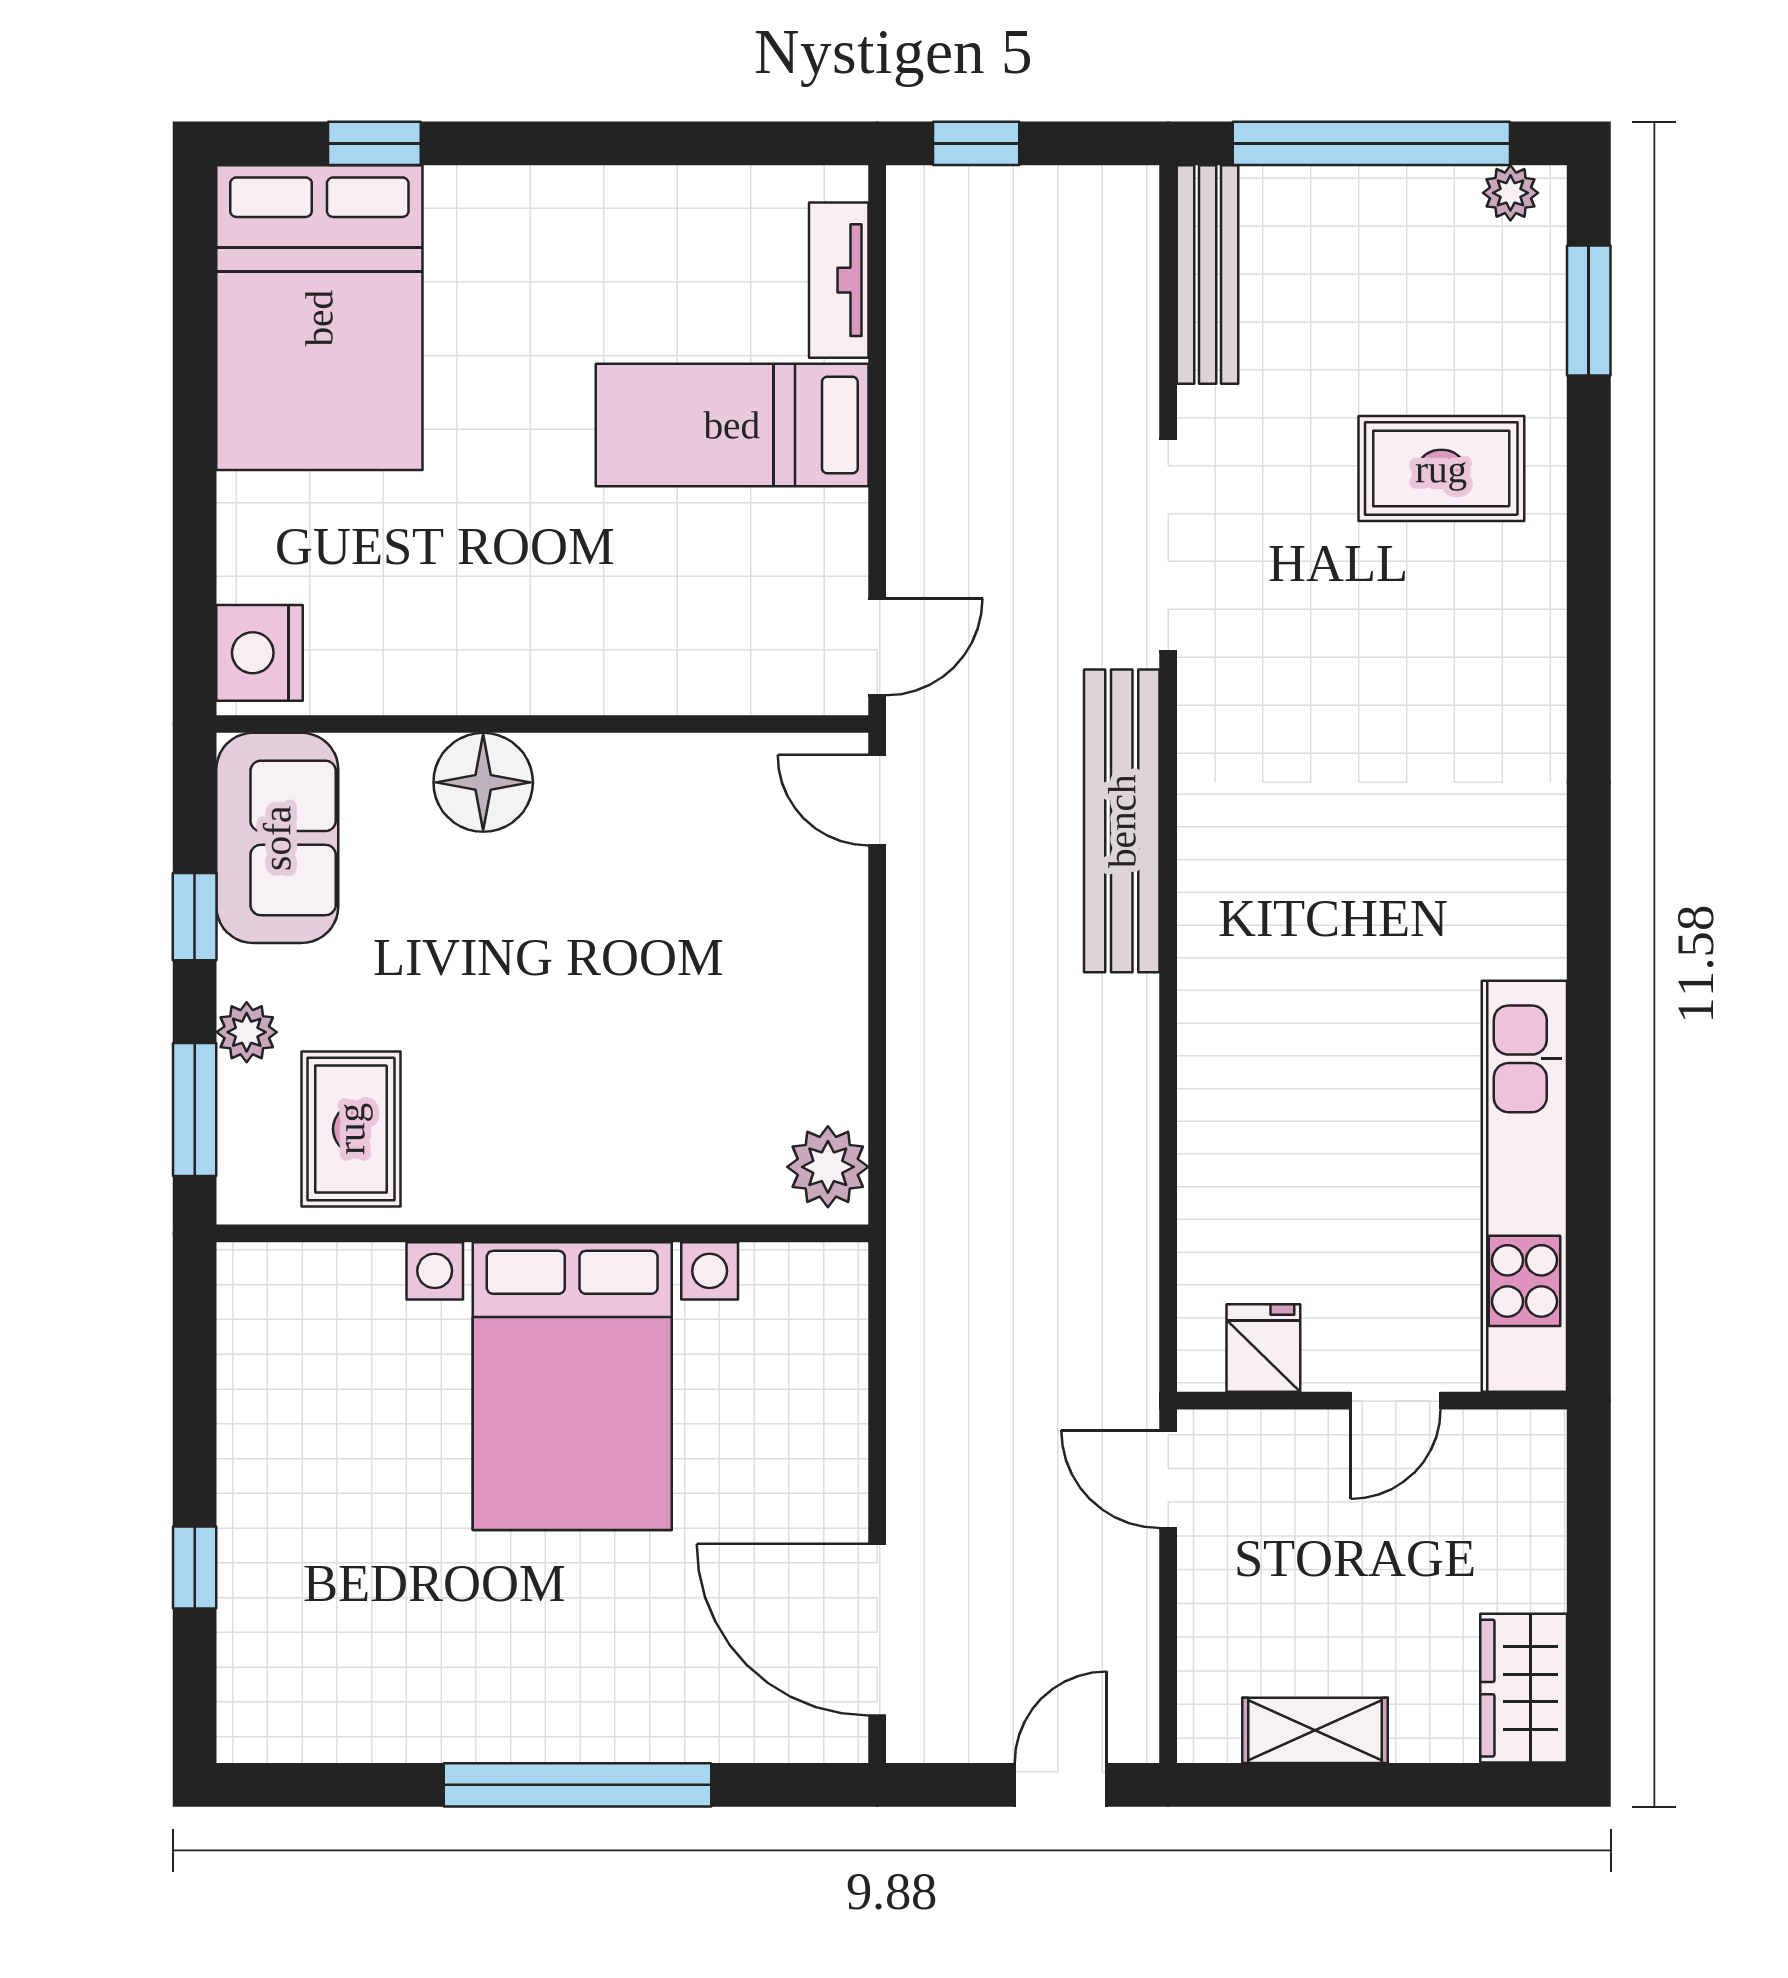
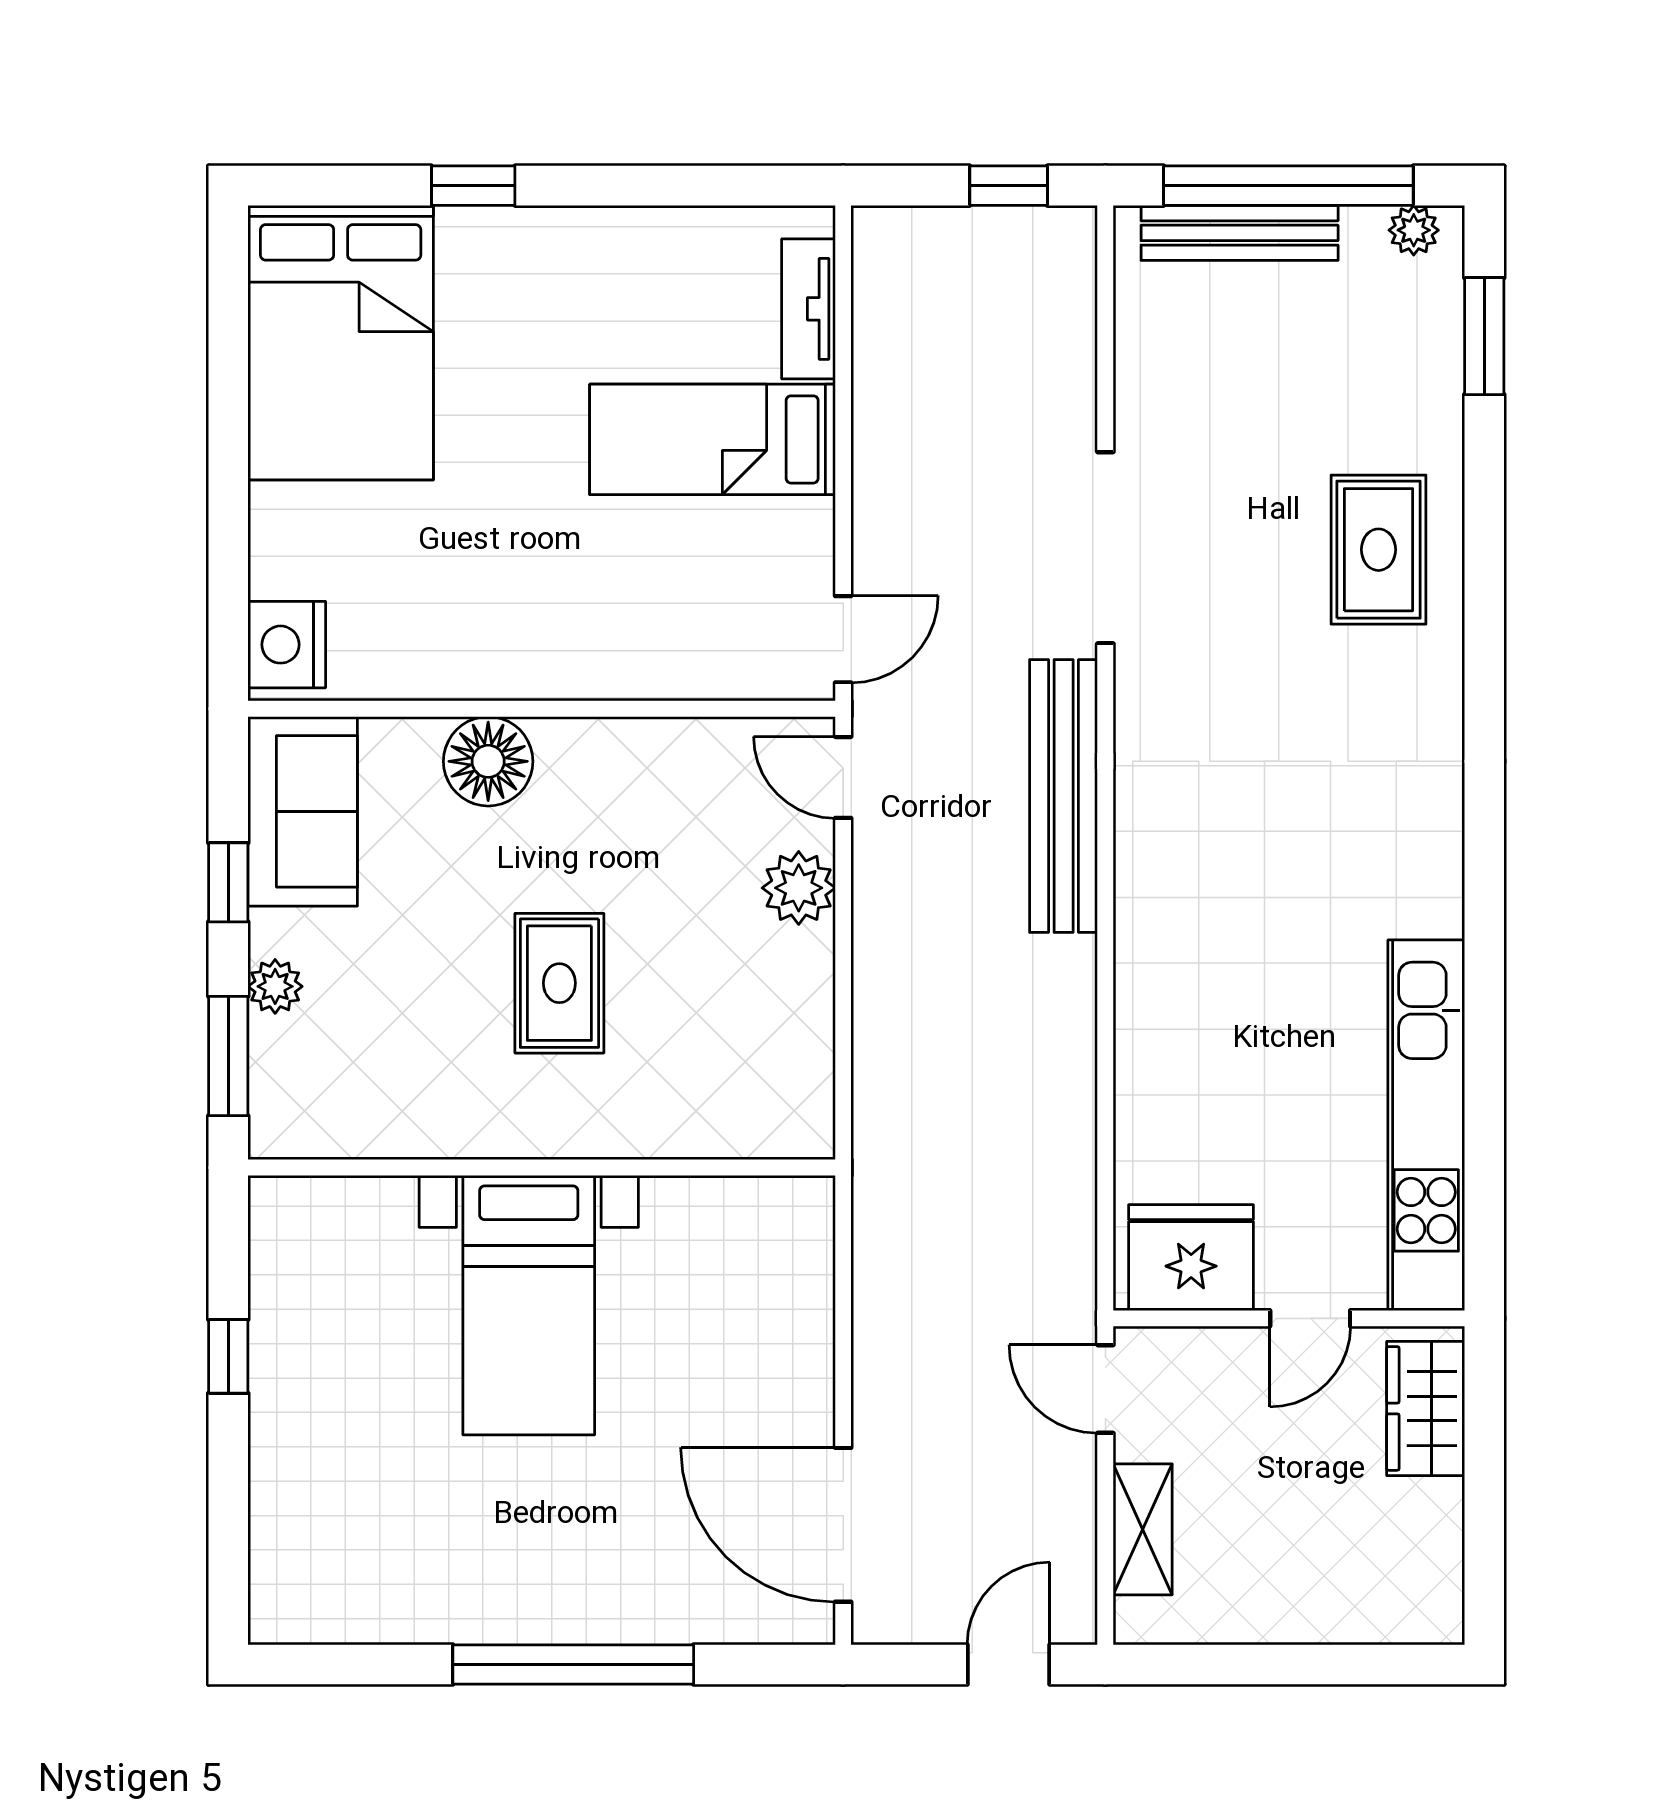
window: (374, 143) -> (473, 186), moved
window: (976, 143) -> (1009, 186), moved
bench: (1208, 275) -> (1240, 233), moved, turned 90
rug: (1441, 469) -> (1378, 550), moved, turned 90
rug: (351, 1129) -> (559, 983), moved
plant: (828, 1167) -> (799, 888), moved
fridge: (1263, 1348) -> (1191, 1258), width x1.88, depth x1.34
bed with nightstands: (572, 1386) -> (529, 1305), width x0.73
window: (195, 1568) -> (228, 1356), moved
wardrobe: (1524, 1688) -> (1426, 1408), moved
shelving: (1315, 1730) -> (1143, 1529), moved, turned 90

